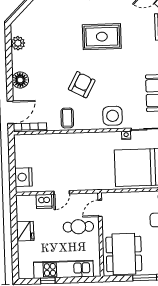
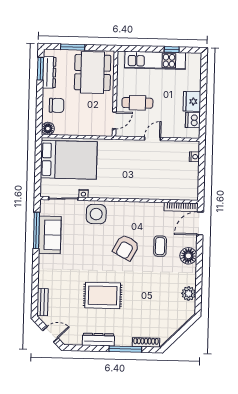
coffee table: (67, 118) -> (160, 246), moved
nightstand: (23, 177) -> (194, 157), width x0.53, depth x0.56
dishwasher: (44, 201) -> (193, 120), moved, turned -90

